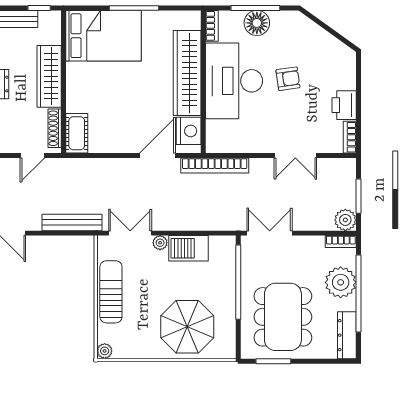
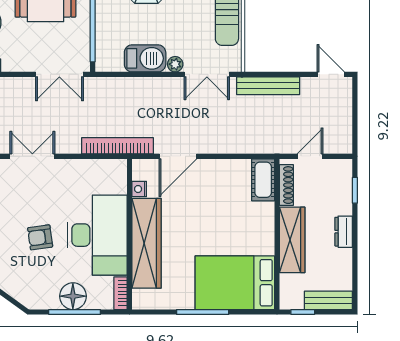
nightstand: (189, 131) -> (139, 189), width x0.53, depth x0.56

